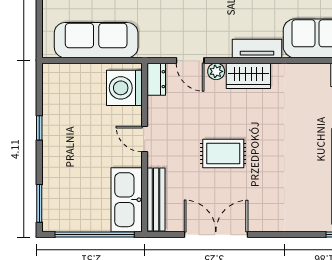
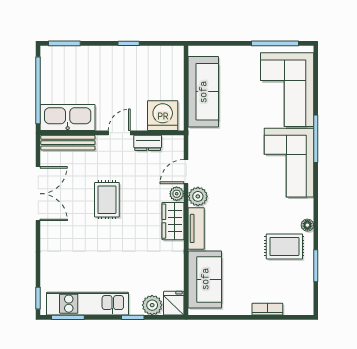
plant: (219, 47) -> (198, 196), added
dresser: (156, 79) -> (148, 143), moved

